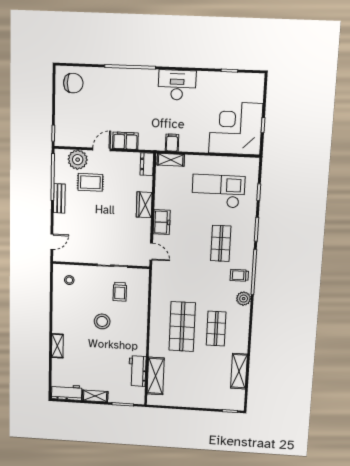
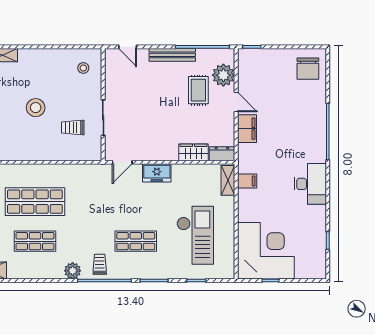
bench: (59, 198) -> (172, 55), width x1.36
wardrobe: (144, 205) -> (194, 152), moved

